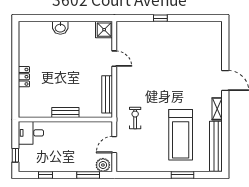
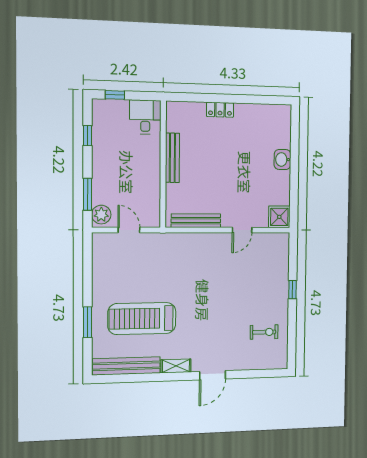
bench: (65, 113) -> (172, 158), width x1.36
exercise bike: (135, 118) -> (264, 332), moved

